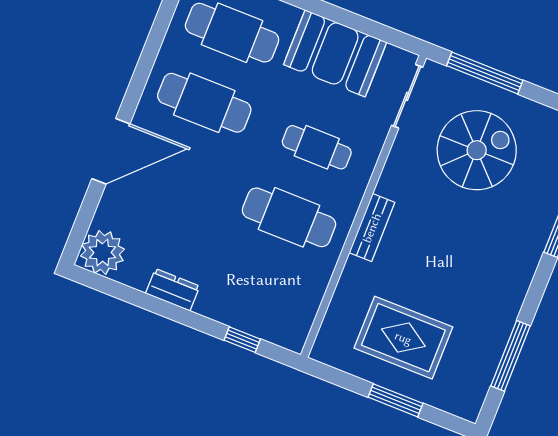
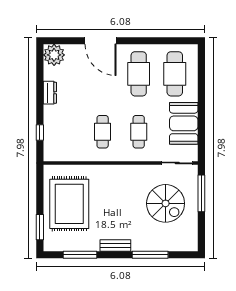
cafe table: (289, 217) -> (103, 132), width x0.73, depth x0.74
bench: (372, 228) -> (115, 245), moved
rug: (403, 338) -> (69, 204), width x1.37, depth x1.44
window: (396, 400) -> (40, 227), moved

